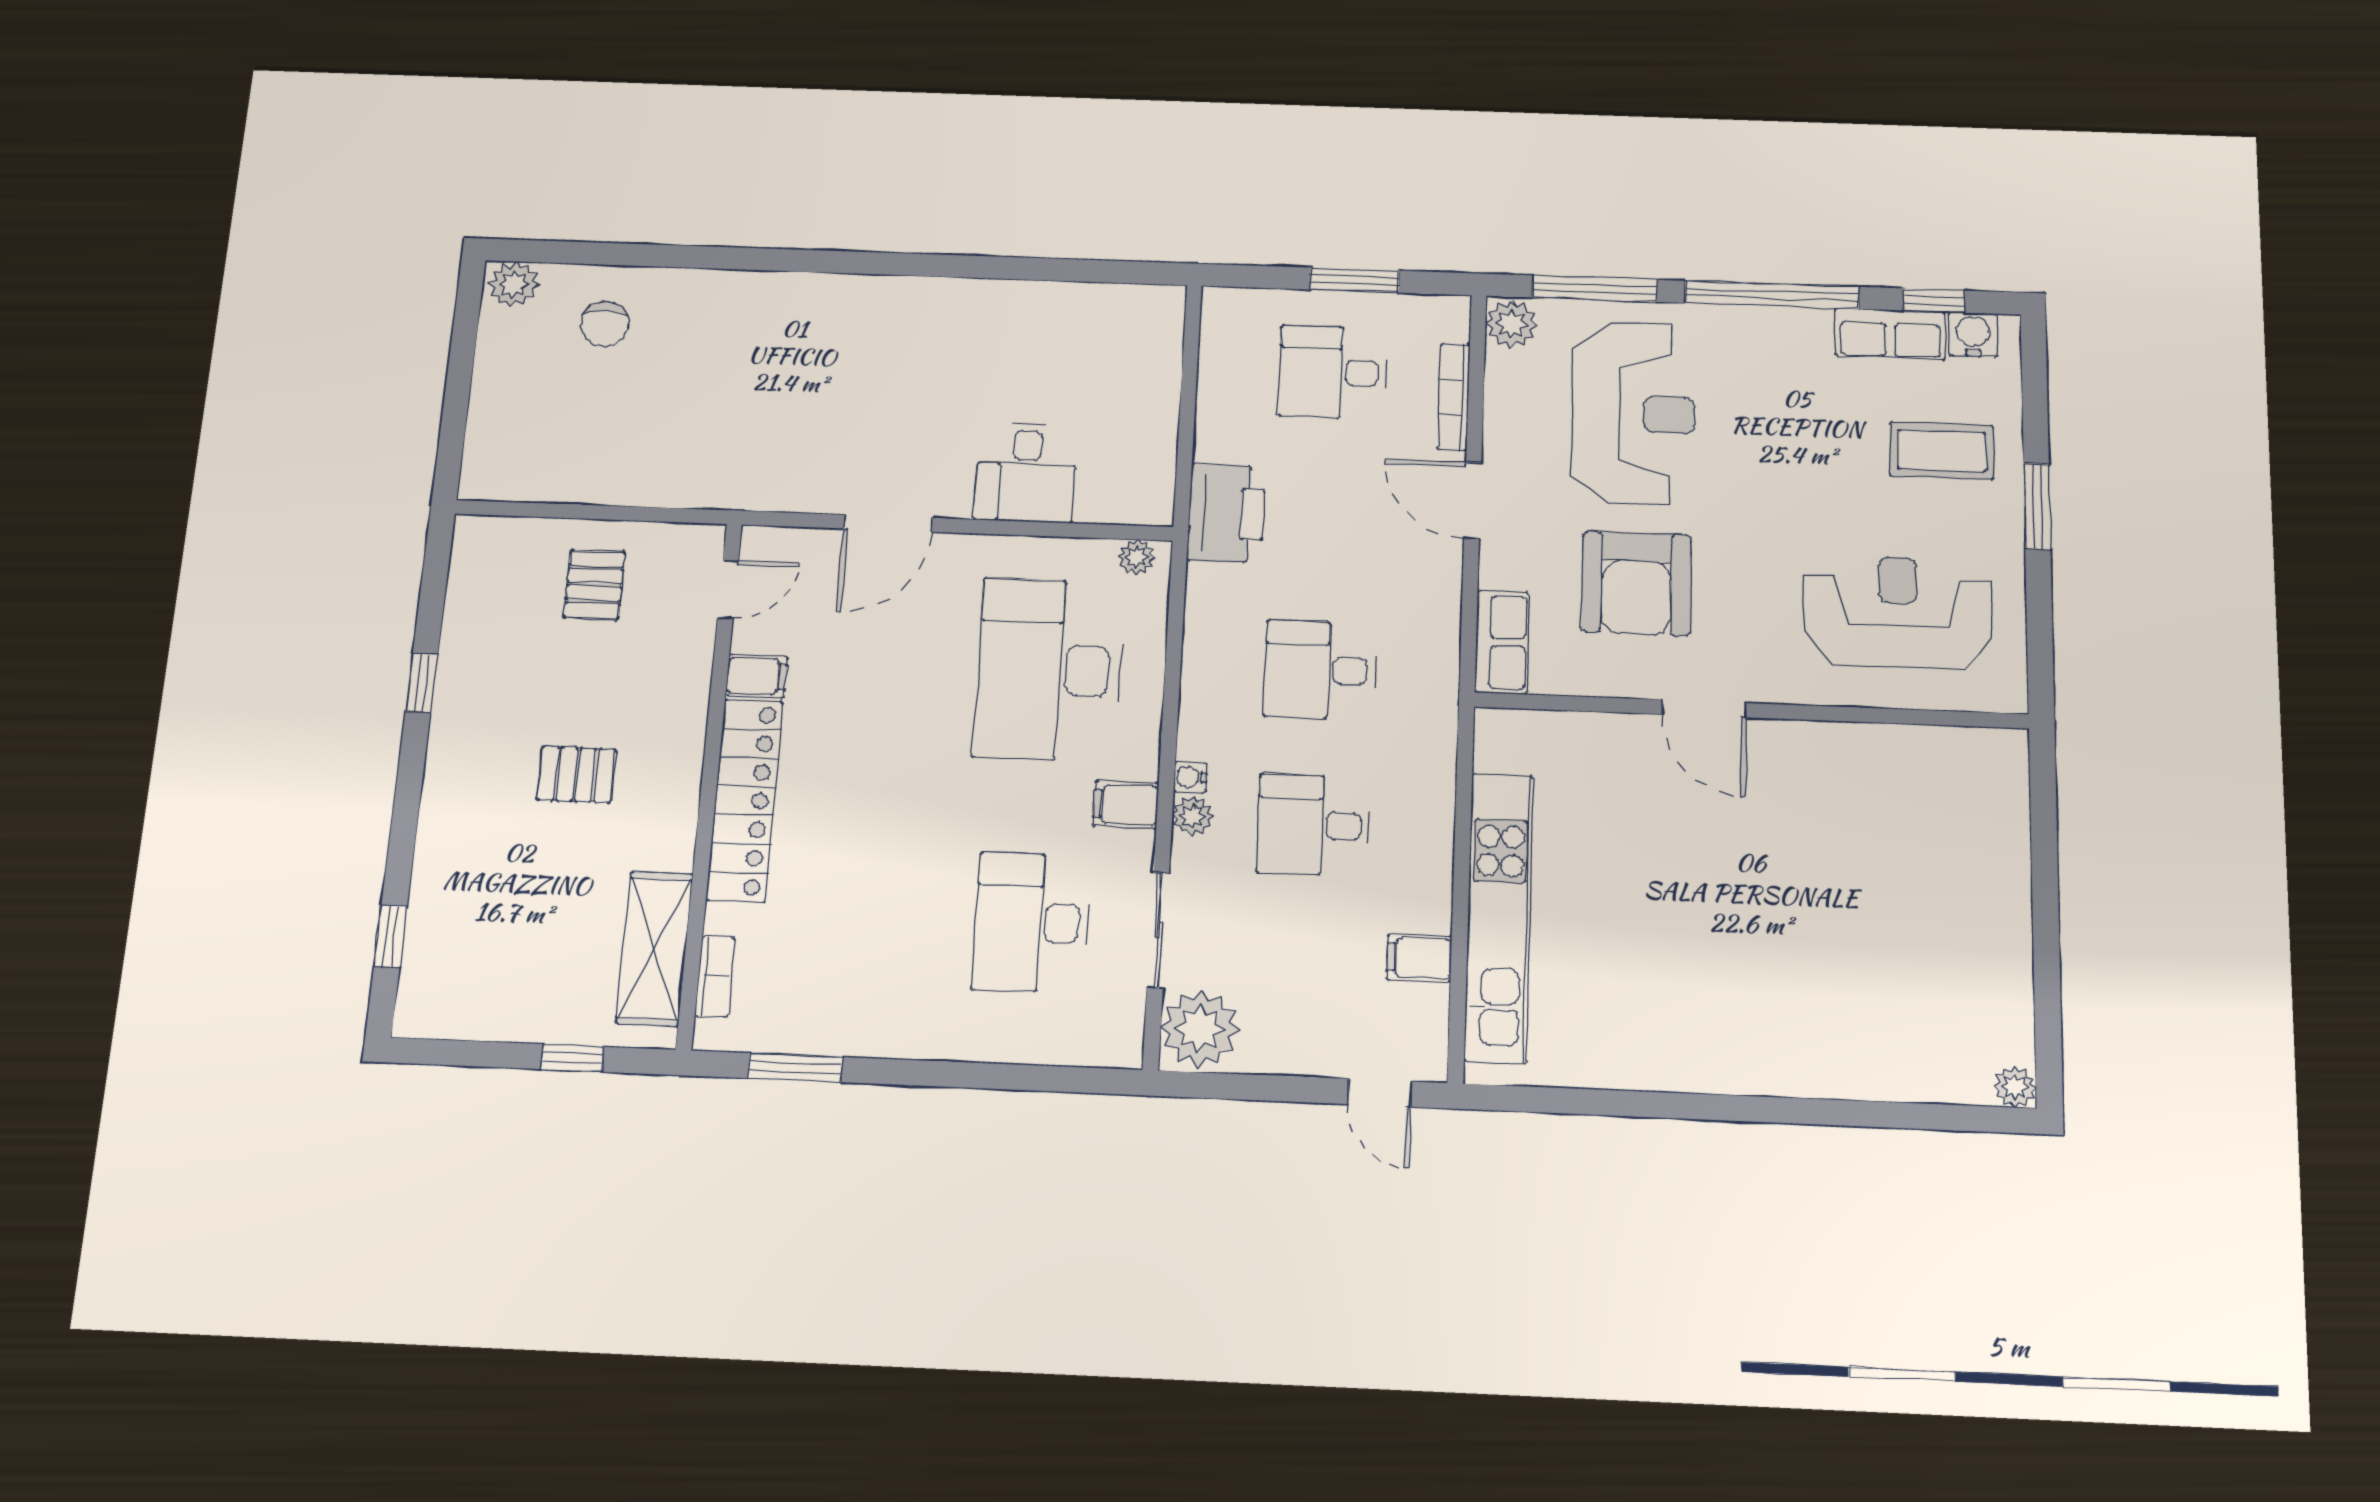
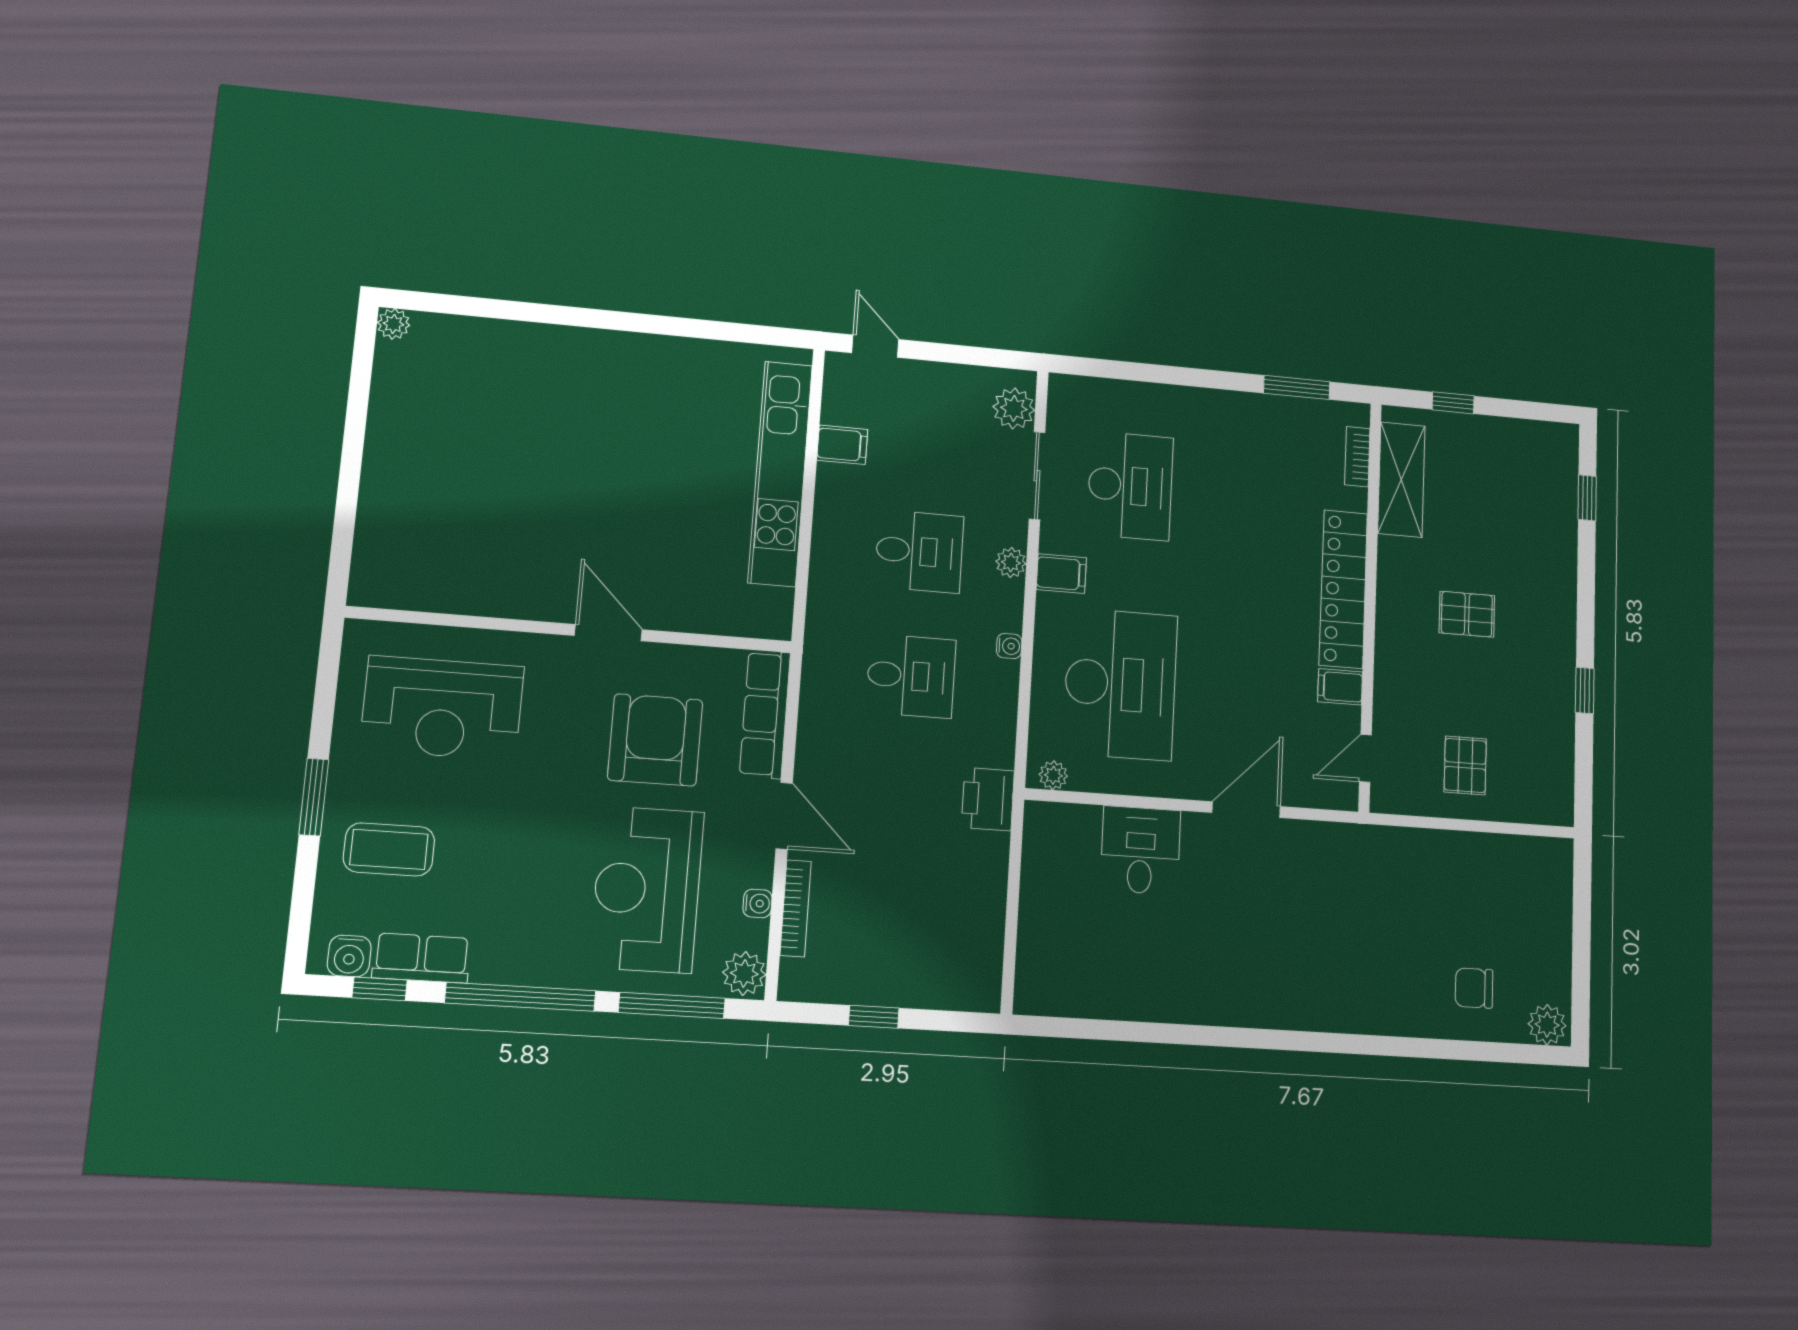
window: (1355, 280) -> (874, 1017), width x0.67
chair: (605, 324) -> (1474, 988), turned -90
desk: (1333, 372) -> (894, 933), removed
water cooler: (1500, 401) -> (757, 903), added
printer: (1226, 514) -> (988, 799), width x0.73, depth x0.84
row of seats: (1502, 642) -> (765, 714), width x1.48
water cooler: (1190, 777) -> (1009, 646), moved
plant: (1200, 1029) -> (1014, 408), width x0.73, depth x0.73

